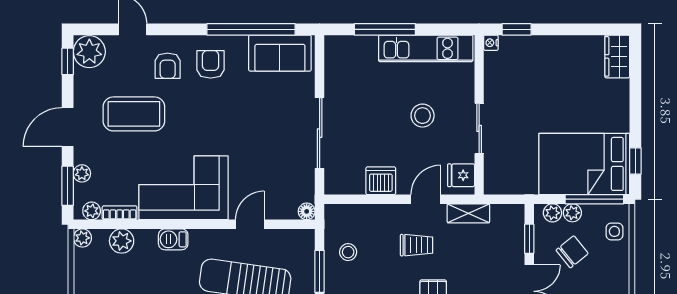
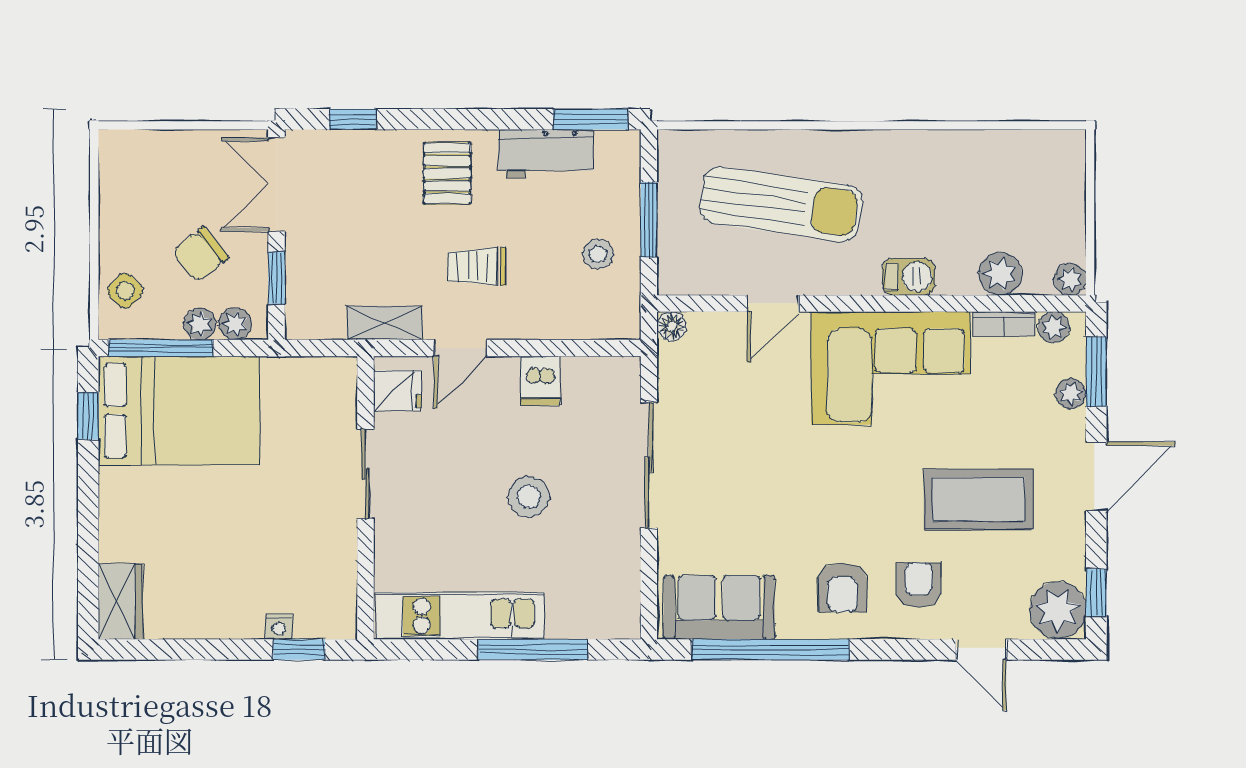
nightstand: (491, 43) -> (279, 627), moved, turned 90
stool: (423, 116) -> (529, 497), moved
dishwasher: (381, 181) -> (540, 381), width x0.73
side table: (614, 231) -> (125, 291), turned 45

